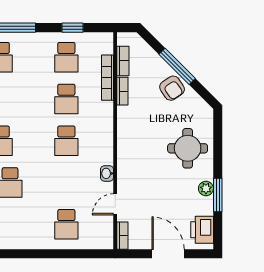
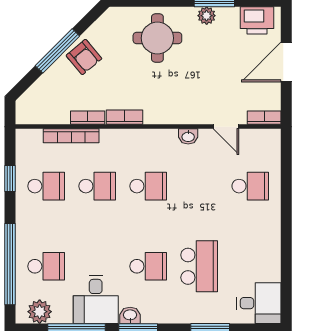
bookcase: (123, 61) -> (124, 117), moved
armchair: (172, 88) -> (84, 57), turned 84

